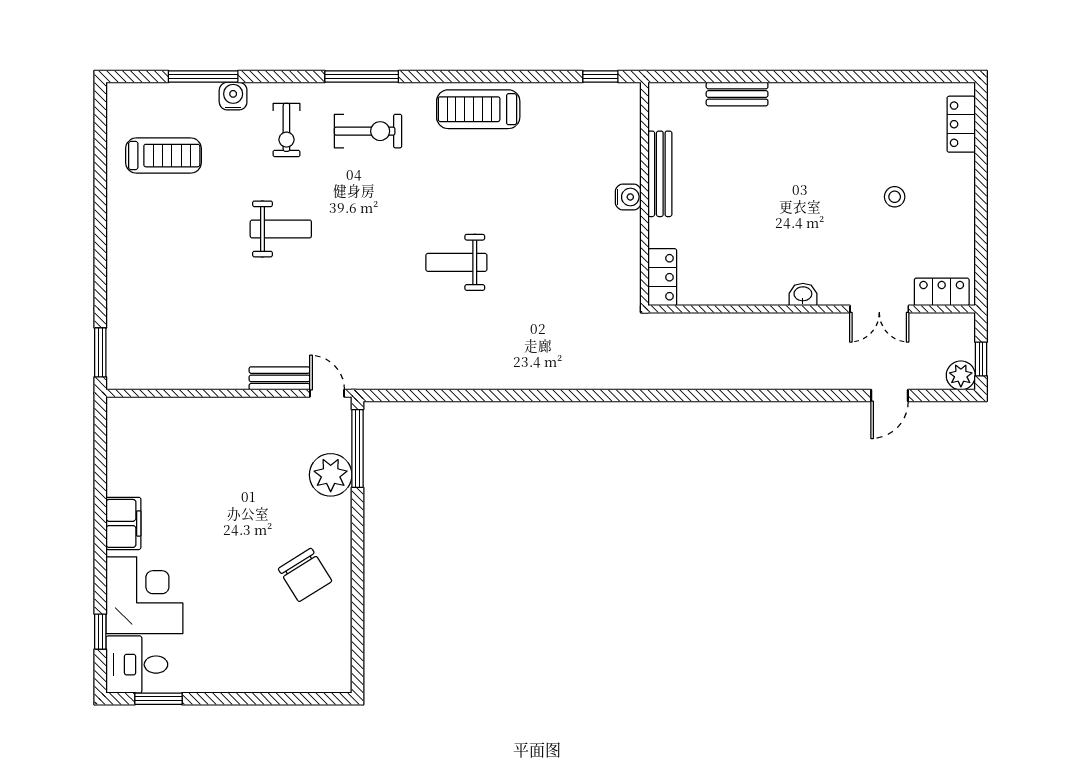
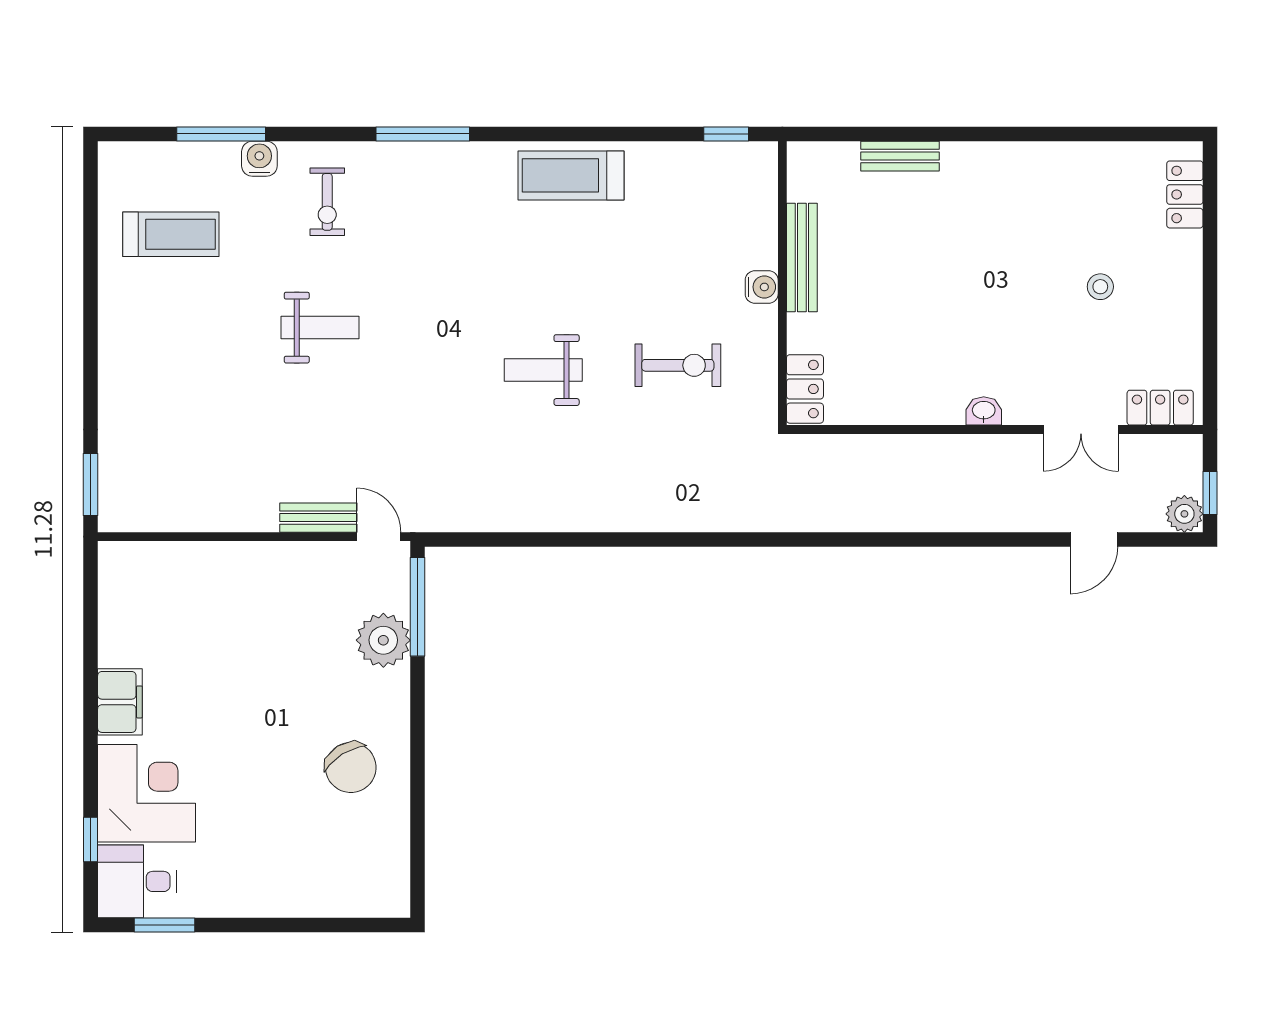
exercise bike: (368, 131) -> (678, 365), moved

